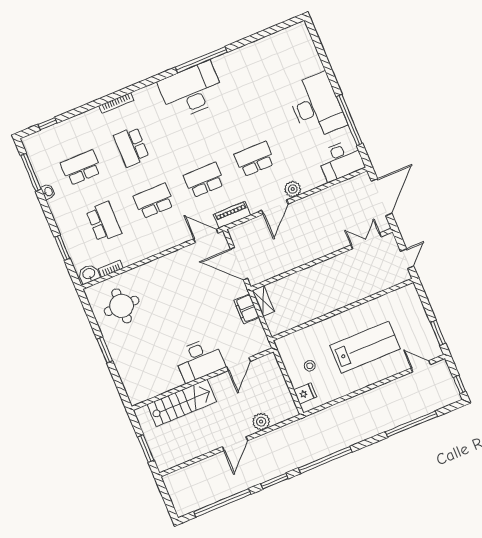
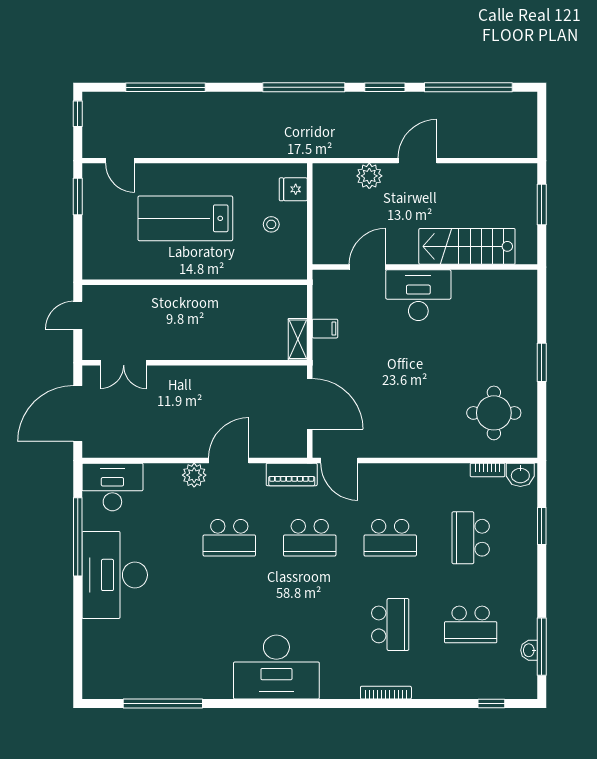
window: (201, 60) -> (163, 703), moved
washbasin: (48, 192) -> (529, 650), moved
filing cabinet: (247, 309) -> (325, 329), width x0.50

